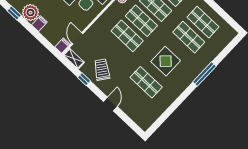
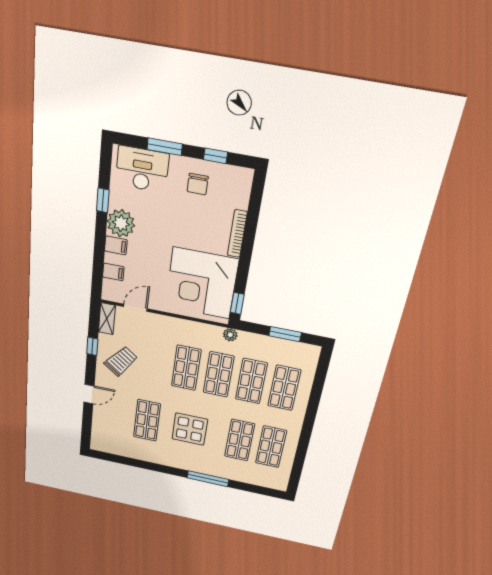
filing cabinet: (62, 46) -> (113, 272), moved

